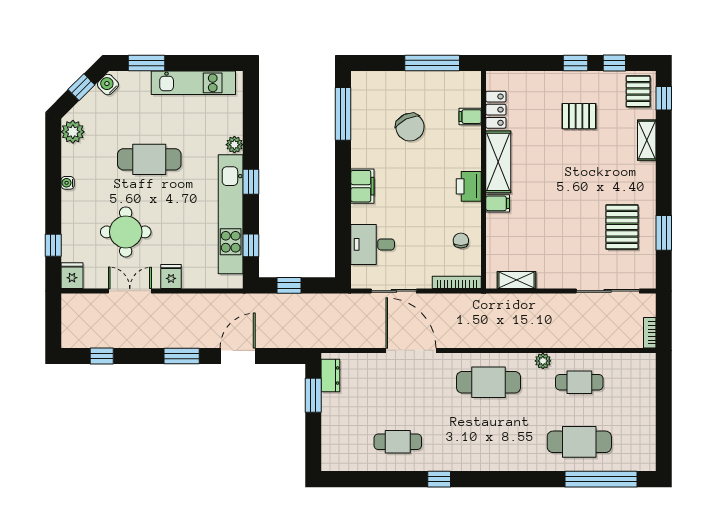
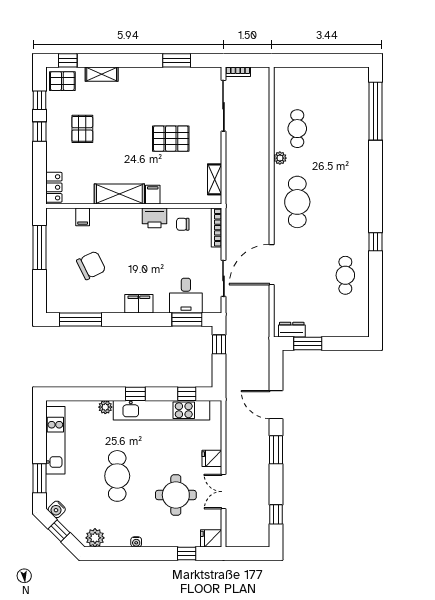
locker: (496, 110) -> (54, 187), moved, turned 90
printer: (469, 186) -> (154, 218), moved
pallet: (622, 227) -> (171, 139), moved
window: (343, 246) -> (187, 319), added
window: (289, 285) -> (219, 344), moved
bookcase: (650, 333) -> (238, 72), moved
cafe table: (579, 442) -> (345, 129), removed

